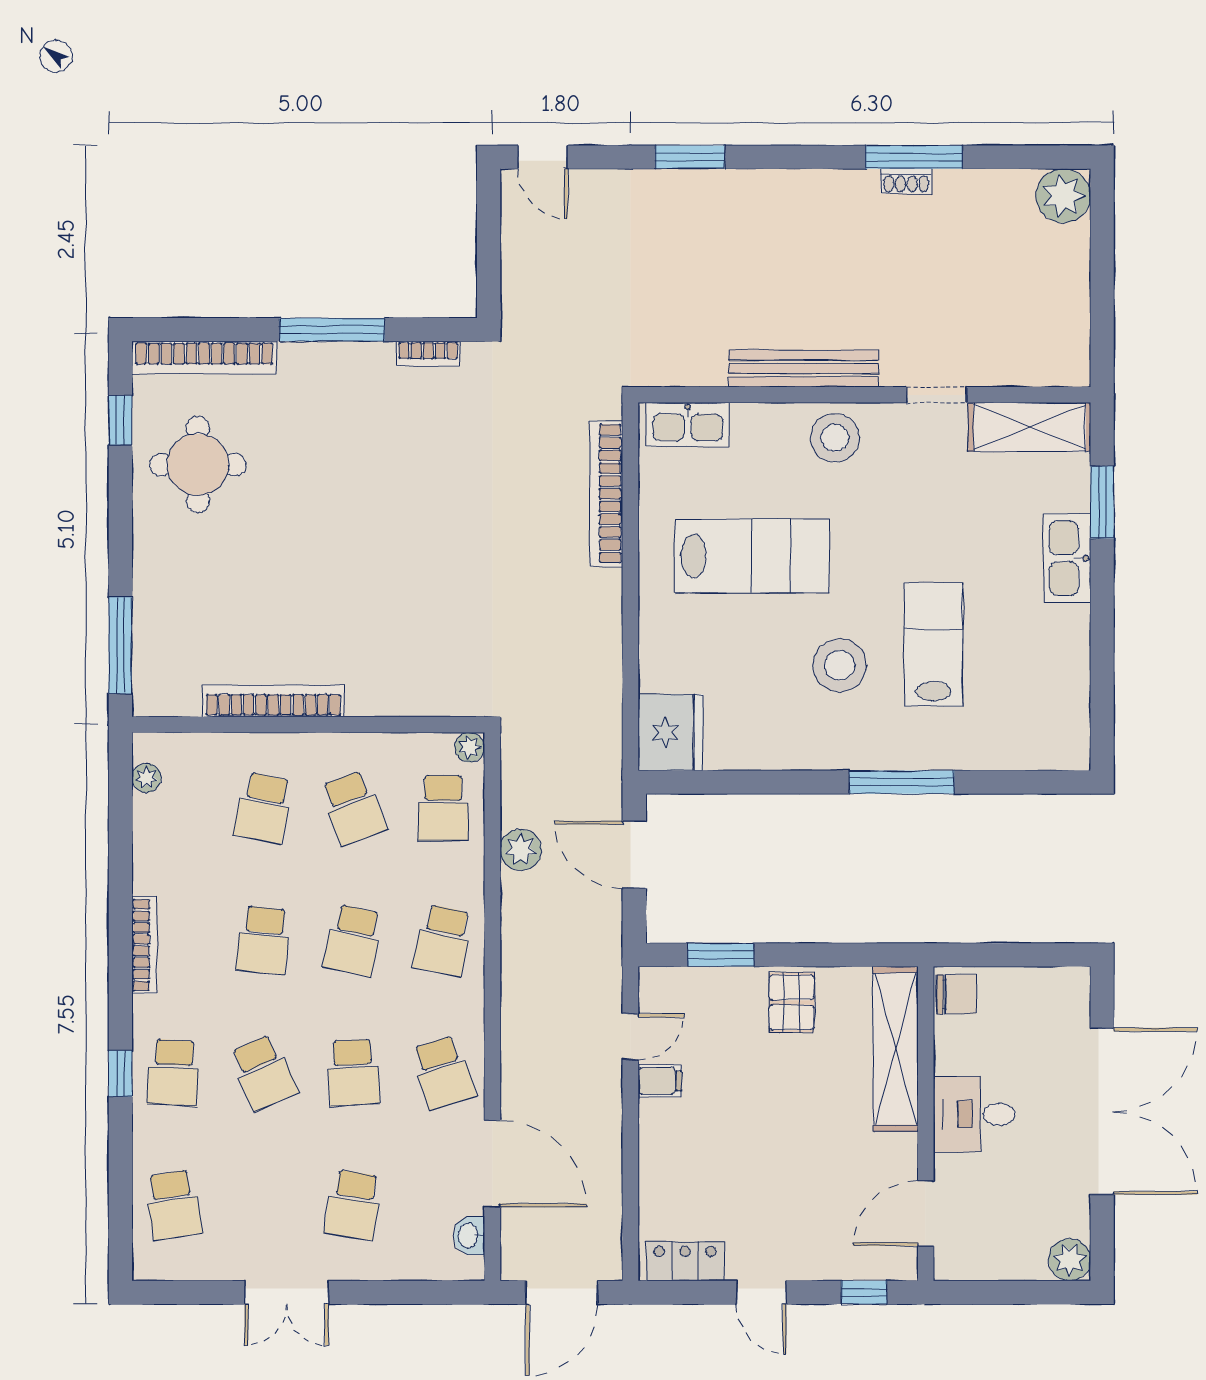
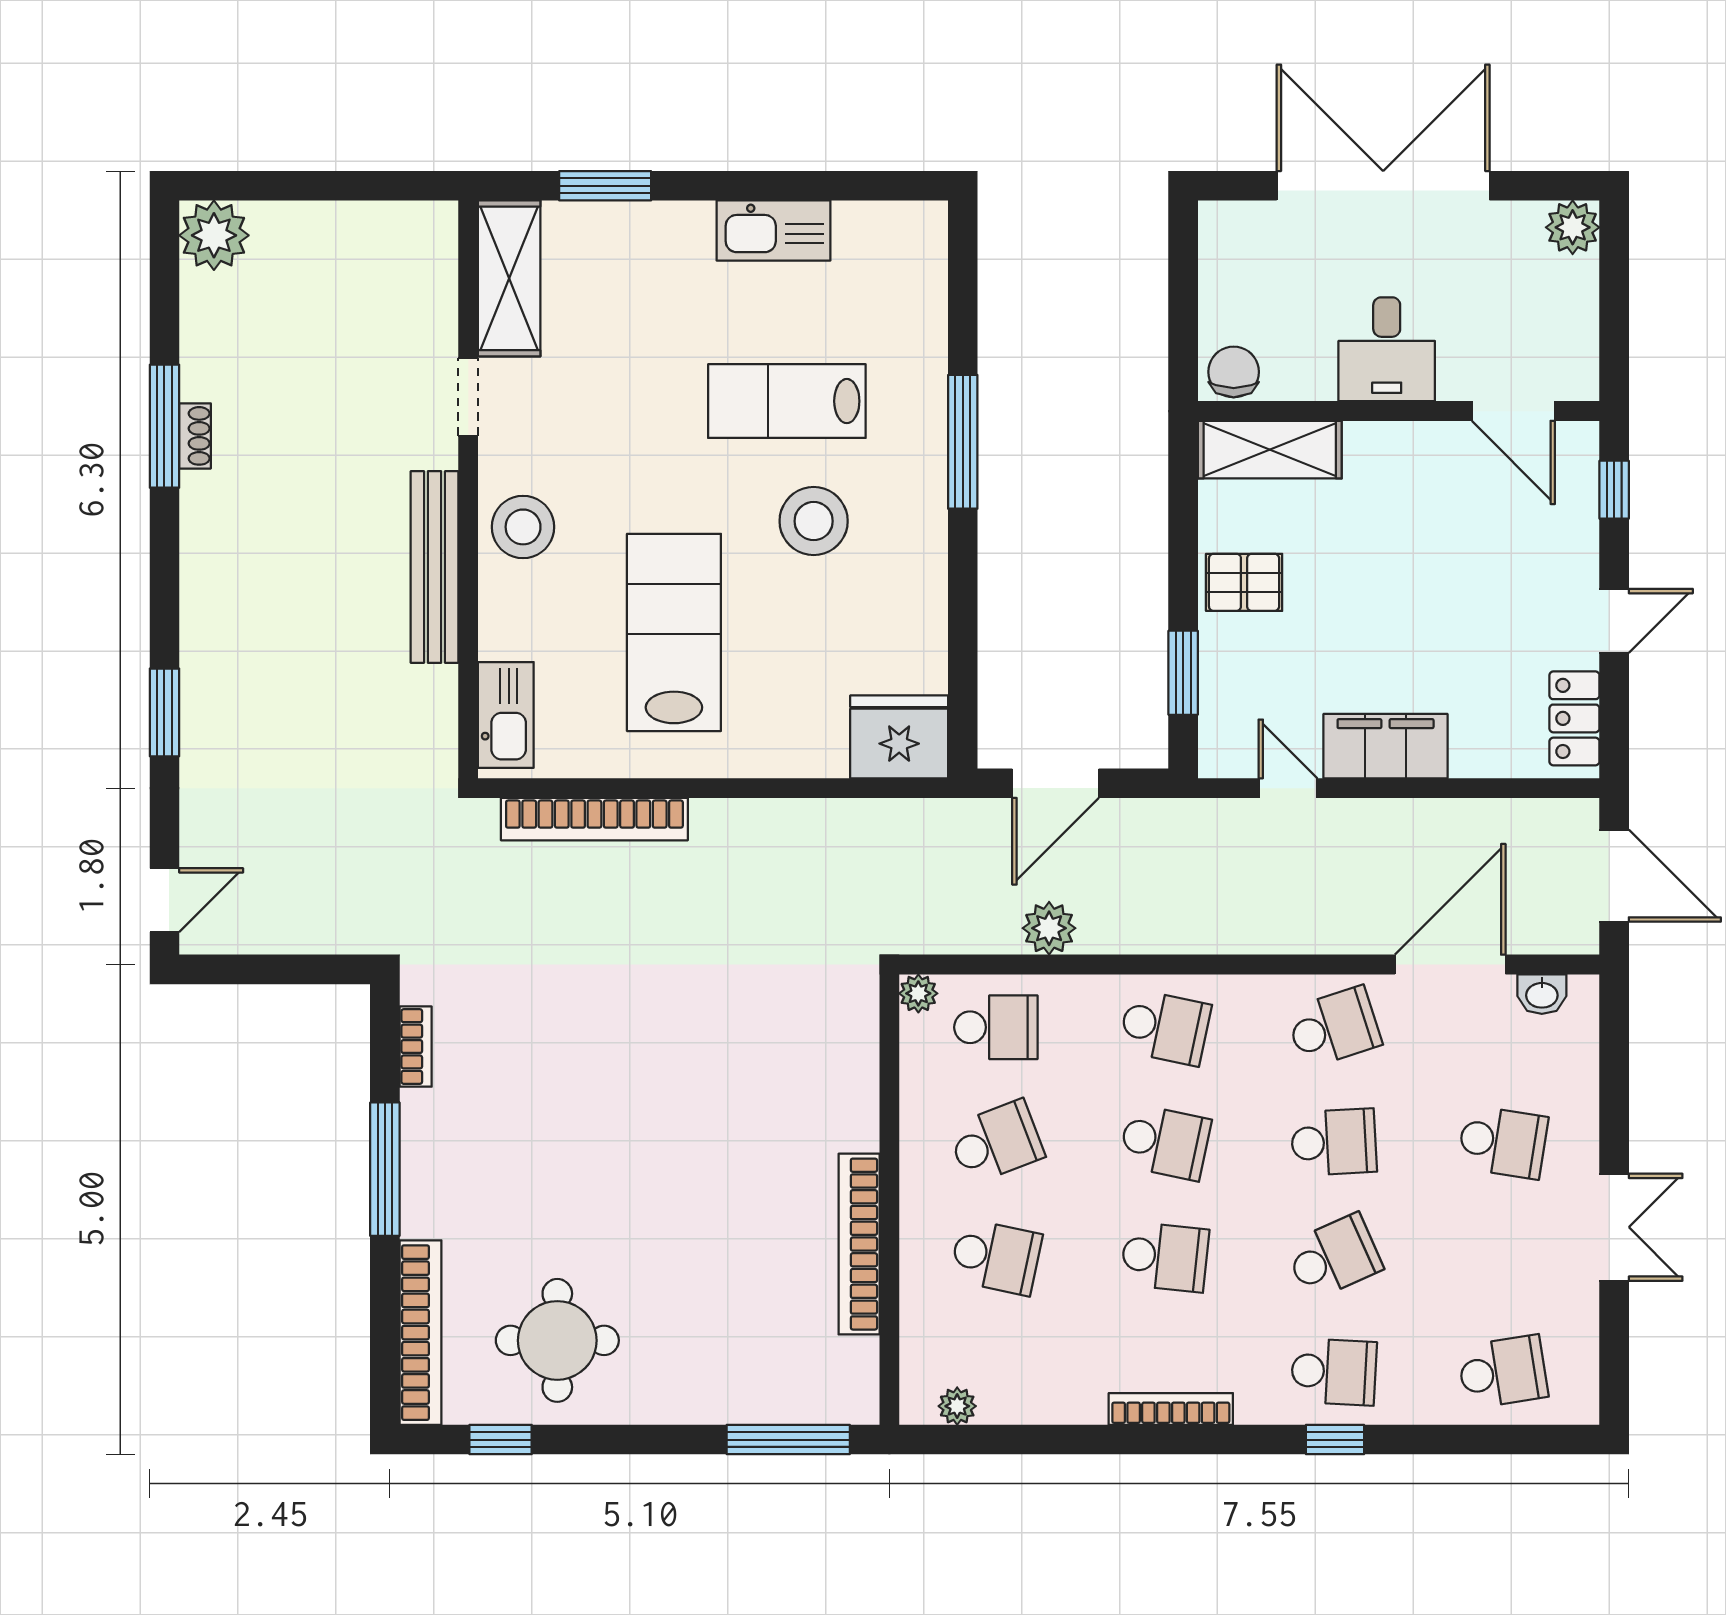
kitchen sink: (1067, 558) -> (773, 231), moved
shelving: (896, 1049) -> (1270, 450), width x0.68
filing cabinet: (660, 1081) -> (1386, 746), width x3.00, depth x1.17

